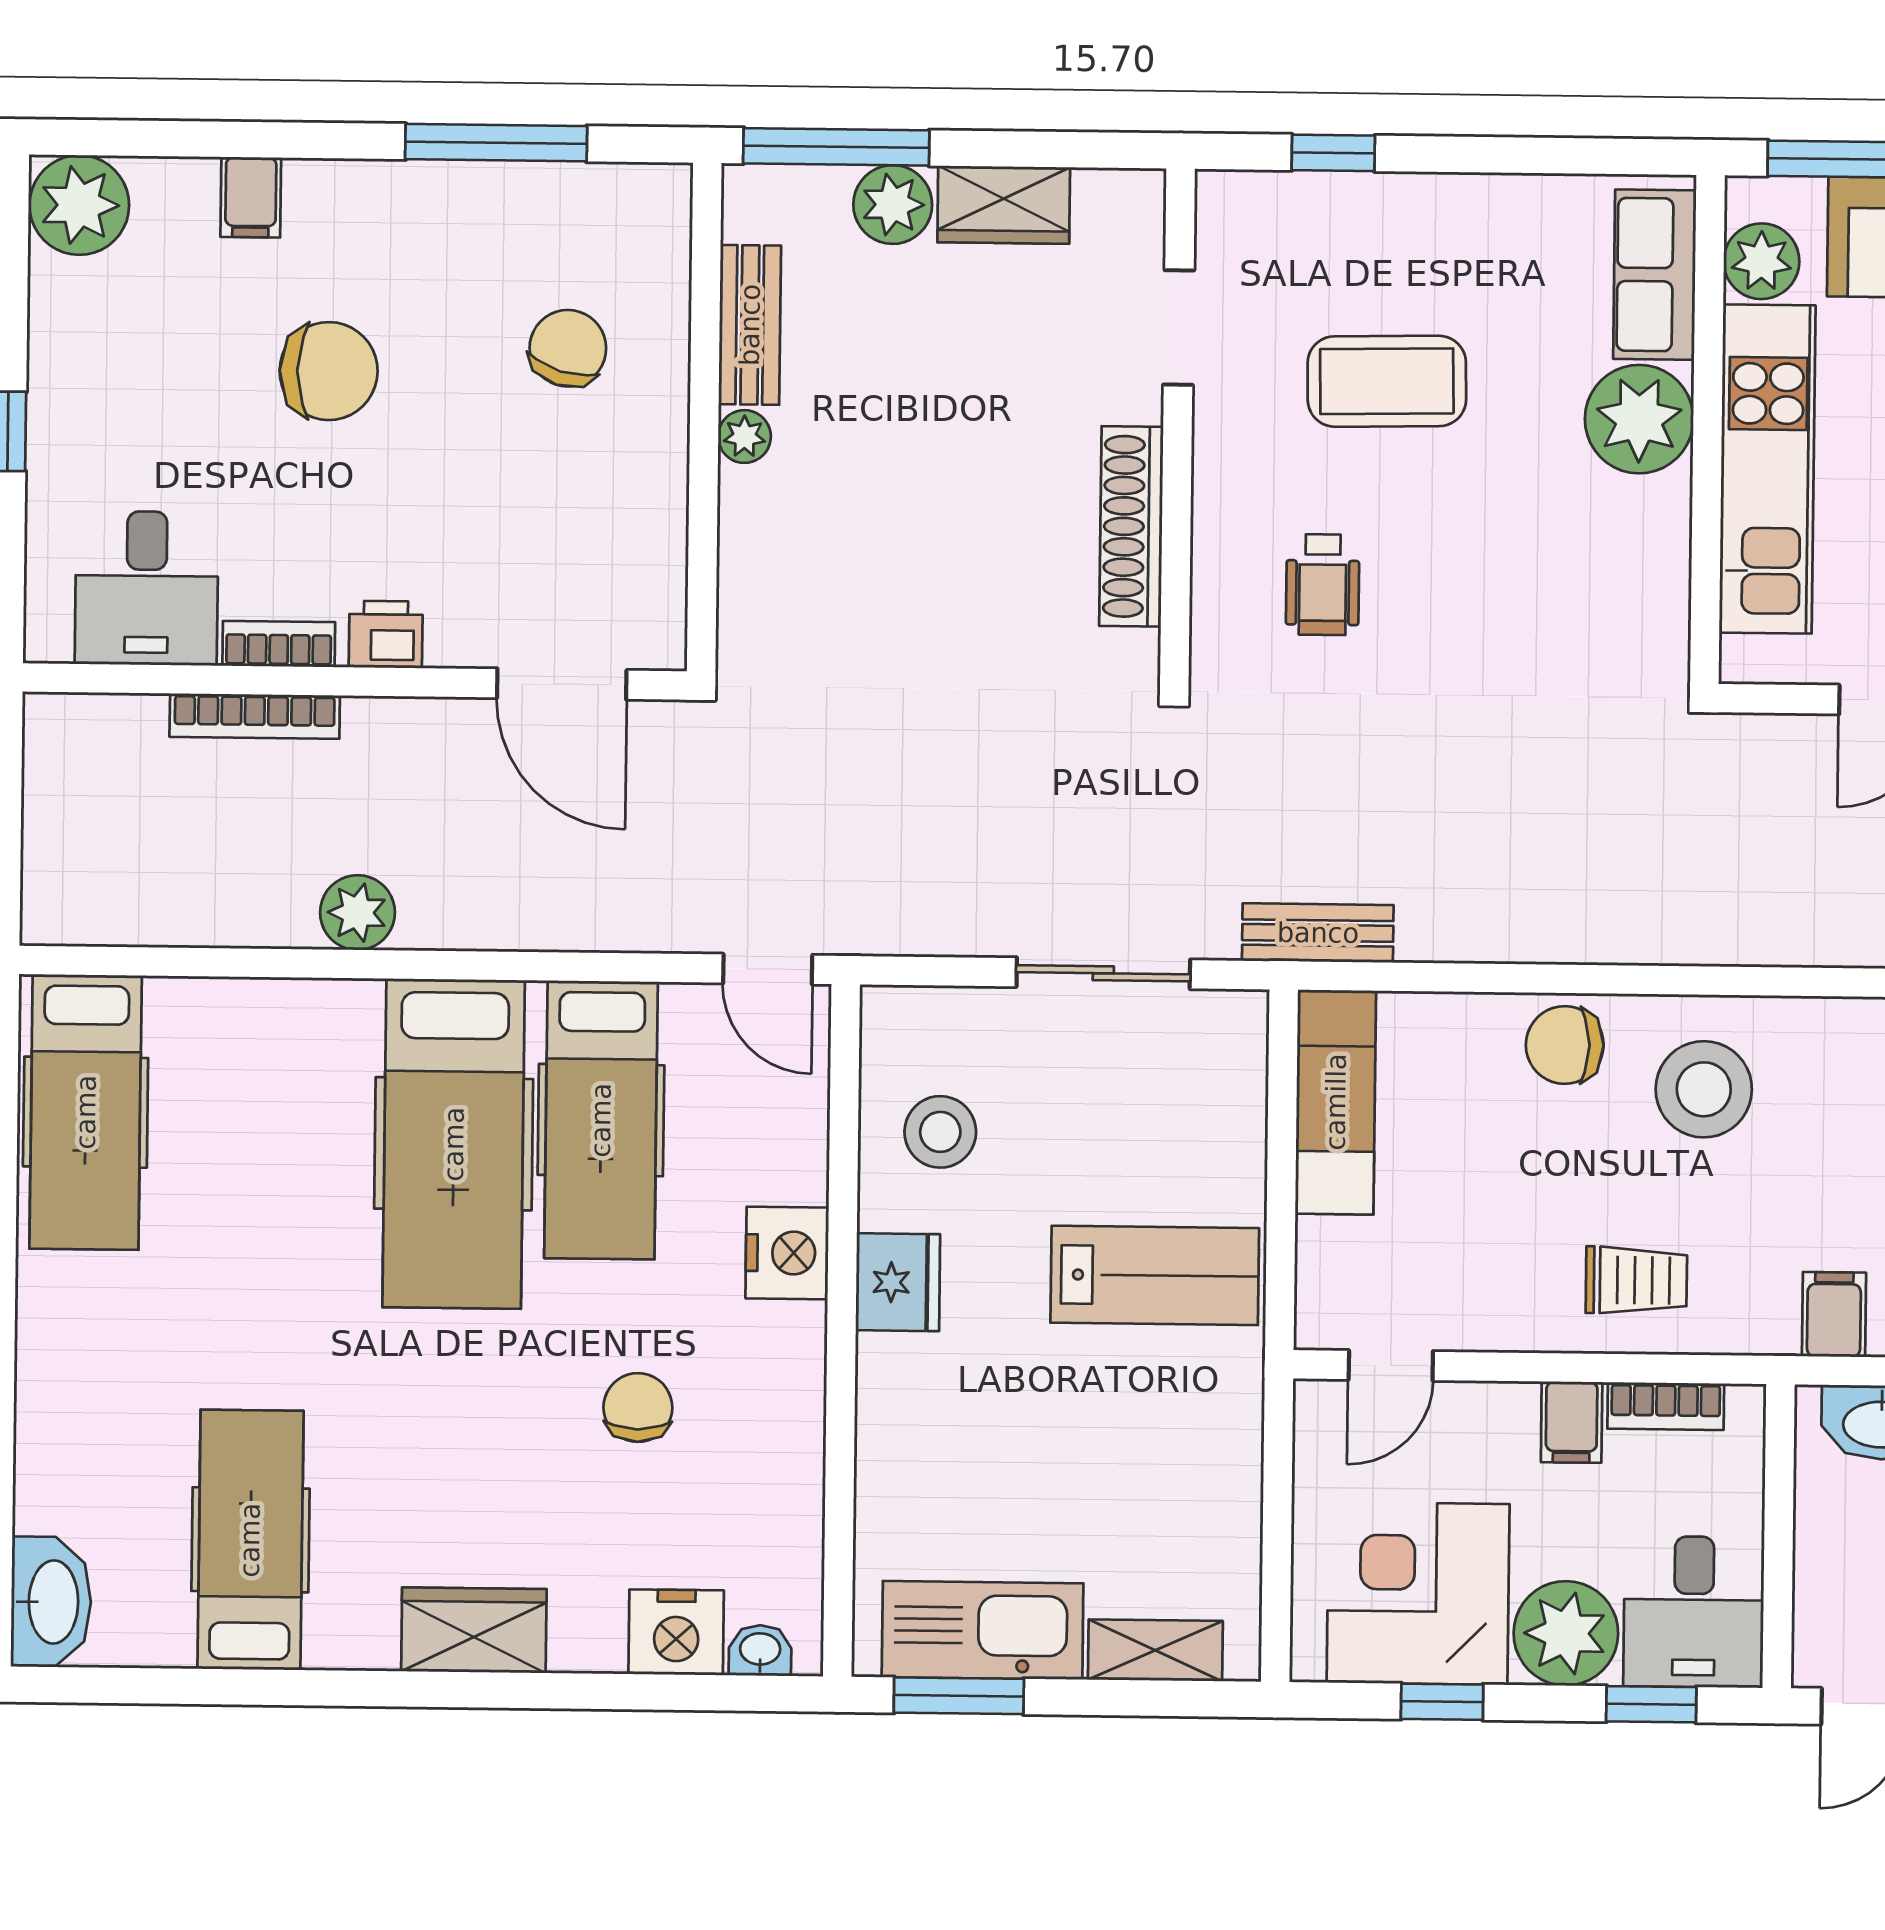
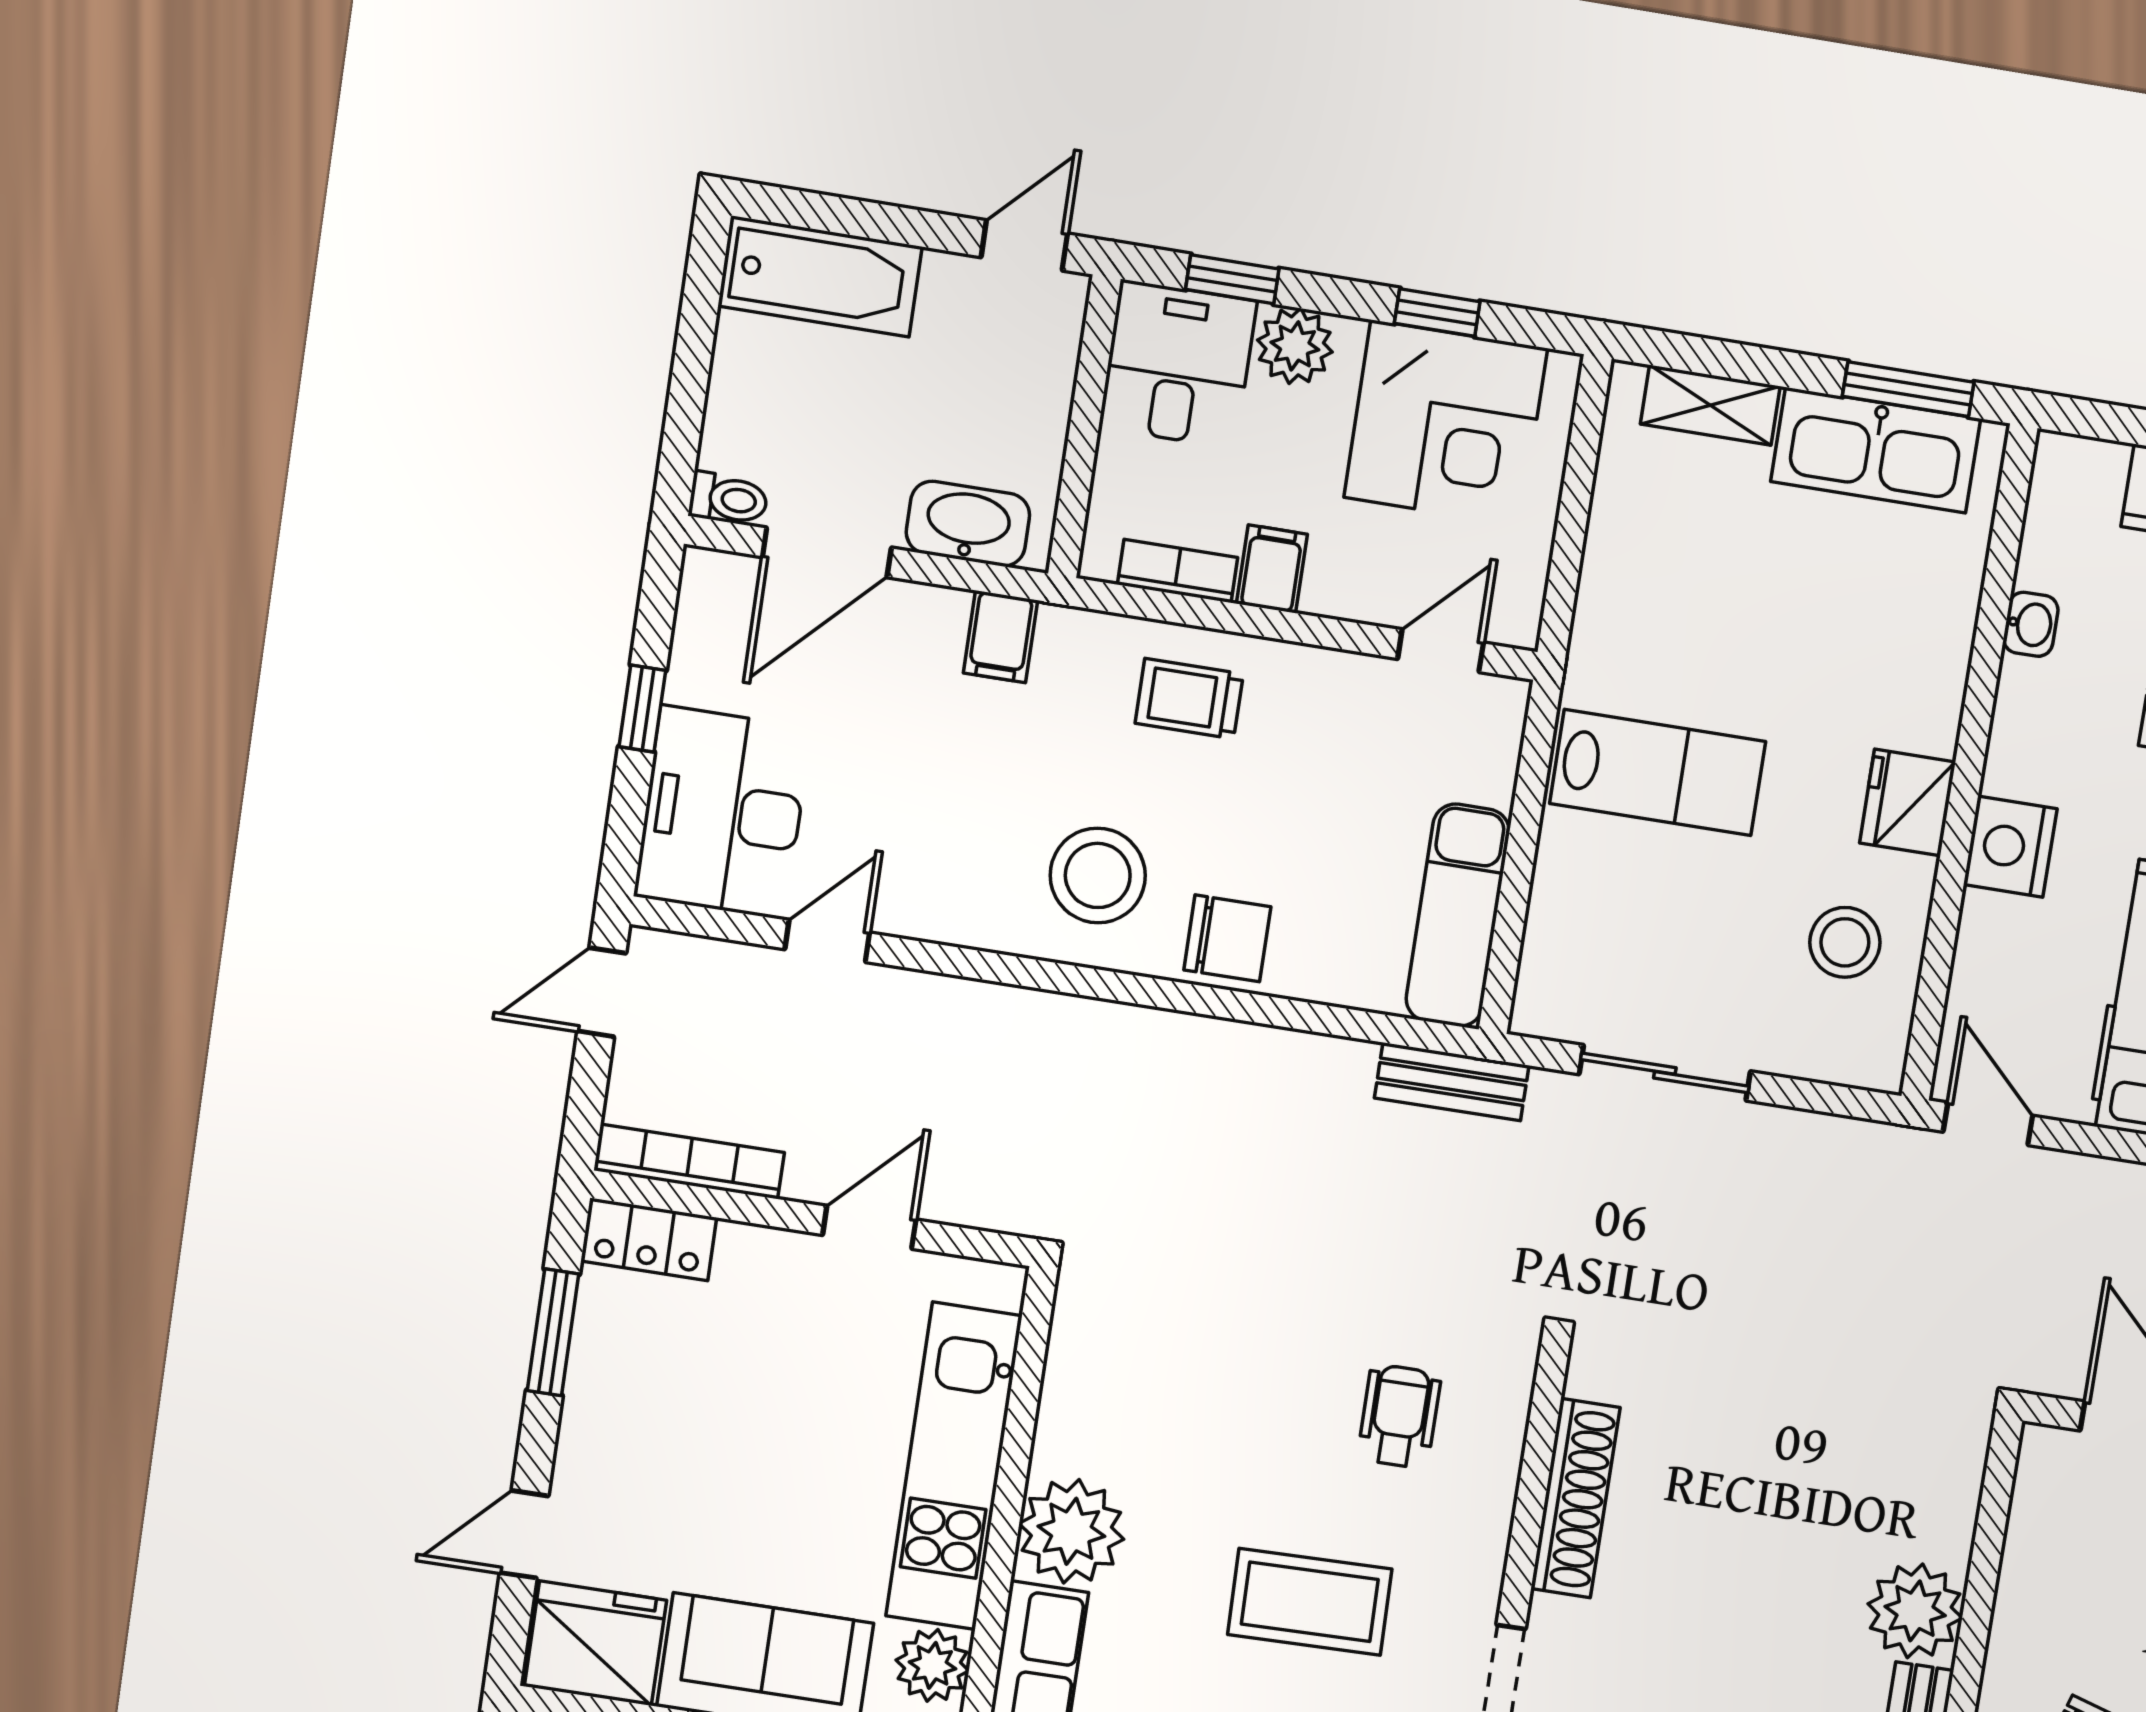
plant: (744, 437) -> (1915, 1611), width x1.88, depth x1.88
lab bench: (1155, 1275) -> (1658, 772), turned 180
plant: (1566, 1633) -> (1295, 346), width x0.73, depth x0.73
washbasin: (760, 1650) -> (2031, 624), moved, turned -90

